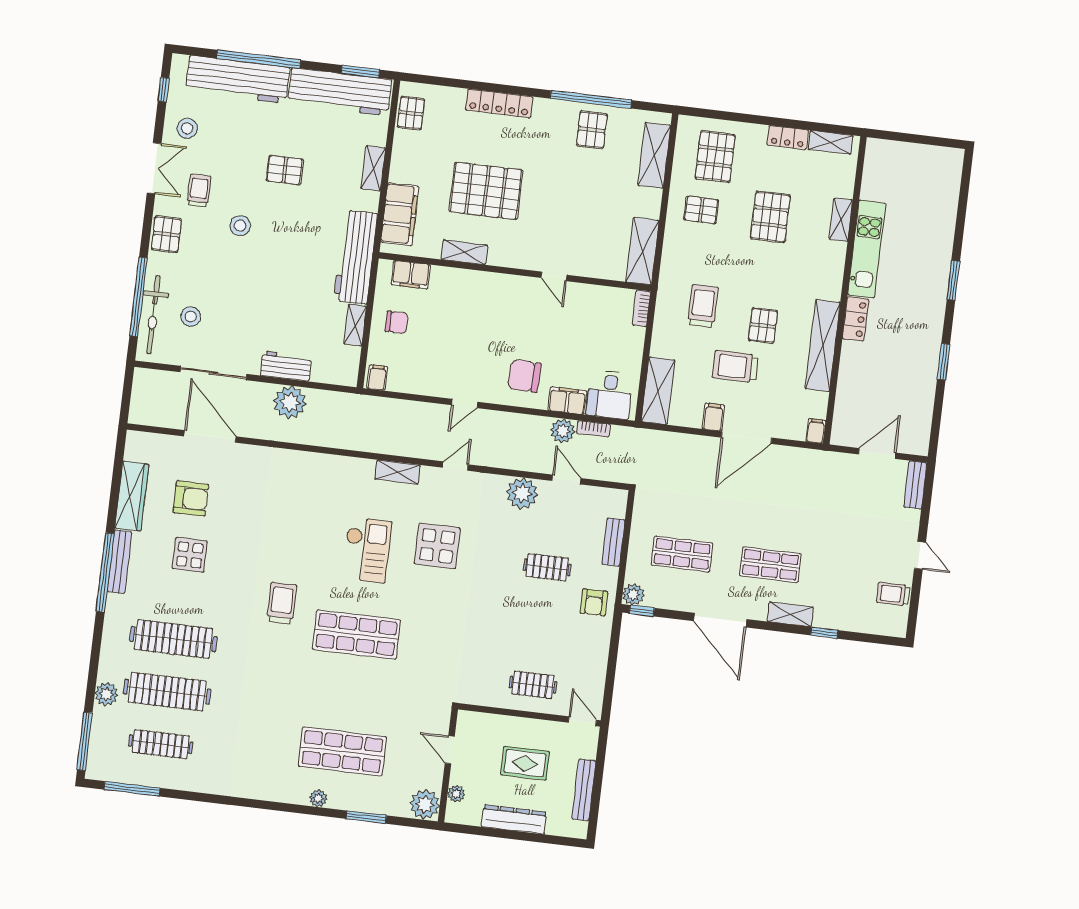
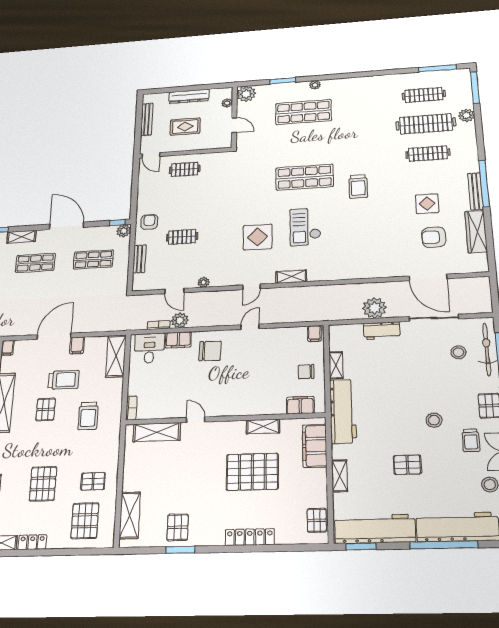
window: (591, 99) -> (180, 550), width x0.47
shelving: (642, 251) -> (157, 432), moved, turned 90
plant: (522, 493) -> (204, 282), width x0.53, depth x0.53
clothes rail: (173, 639) -> (428, 154), width x0.73, depth x0.76

